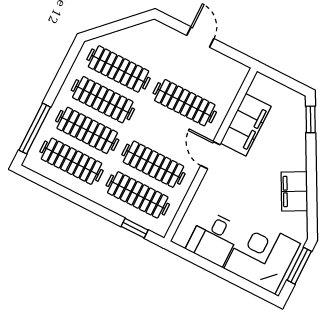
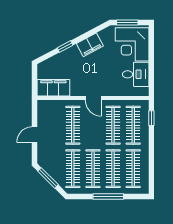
window: (124, 24) -> (48, 178), added
window: (311, 119) -> (65, 46), moved
filing cabinet: (246, 125) -> (53, 88), moved
window: (35, 129) -> (108, 196), moved
door: (210, 155) -> (93, 98), hinge flipped

